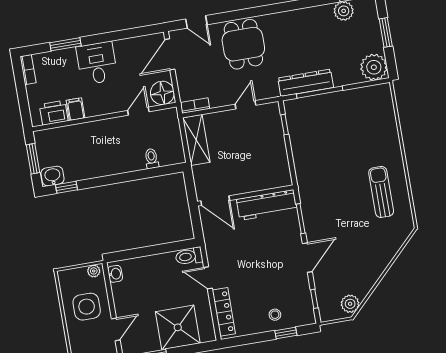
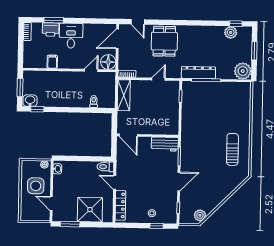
printer: (54, 113) -> (51, 30), moved, turned 180
workbench: (267, 205) -> (165, 144), width x0.73
door: (116, 329) -> (51, 203), swing flipped

